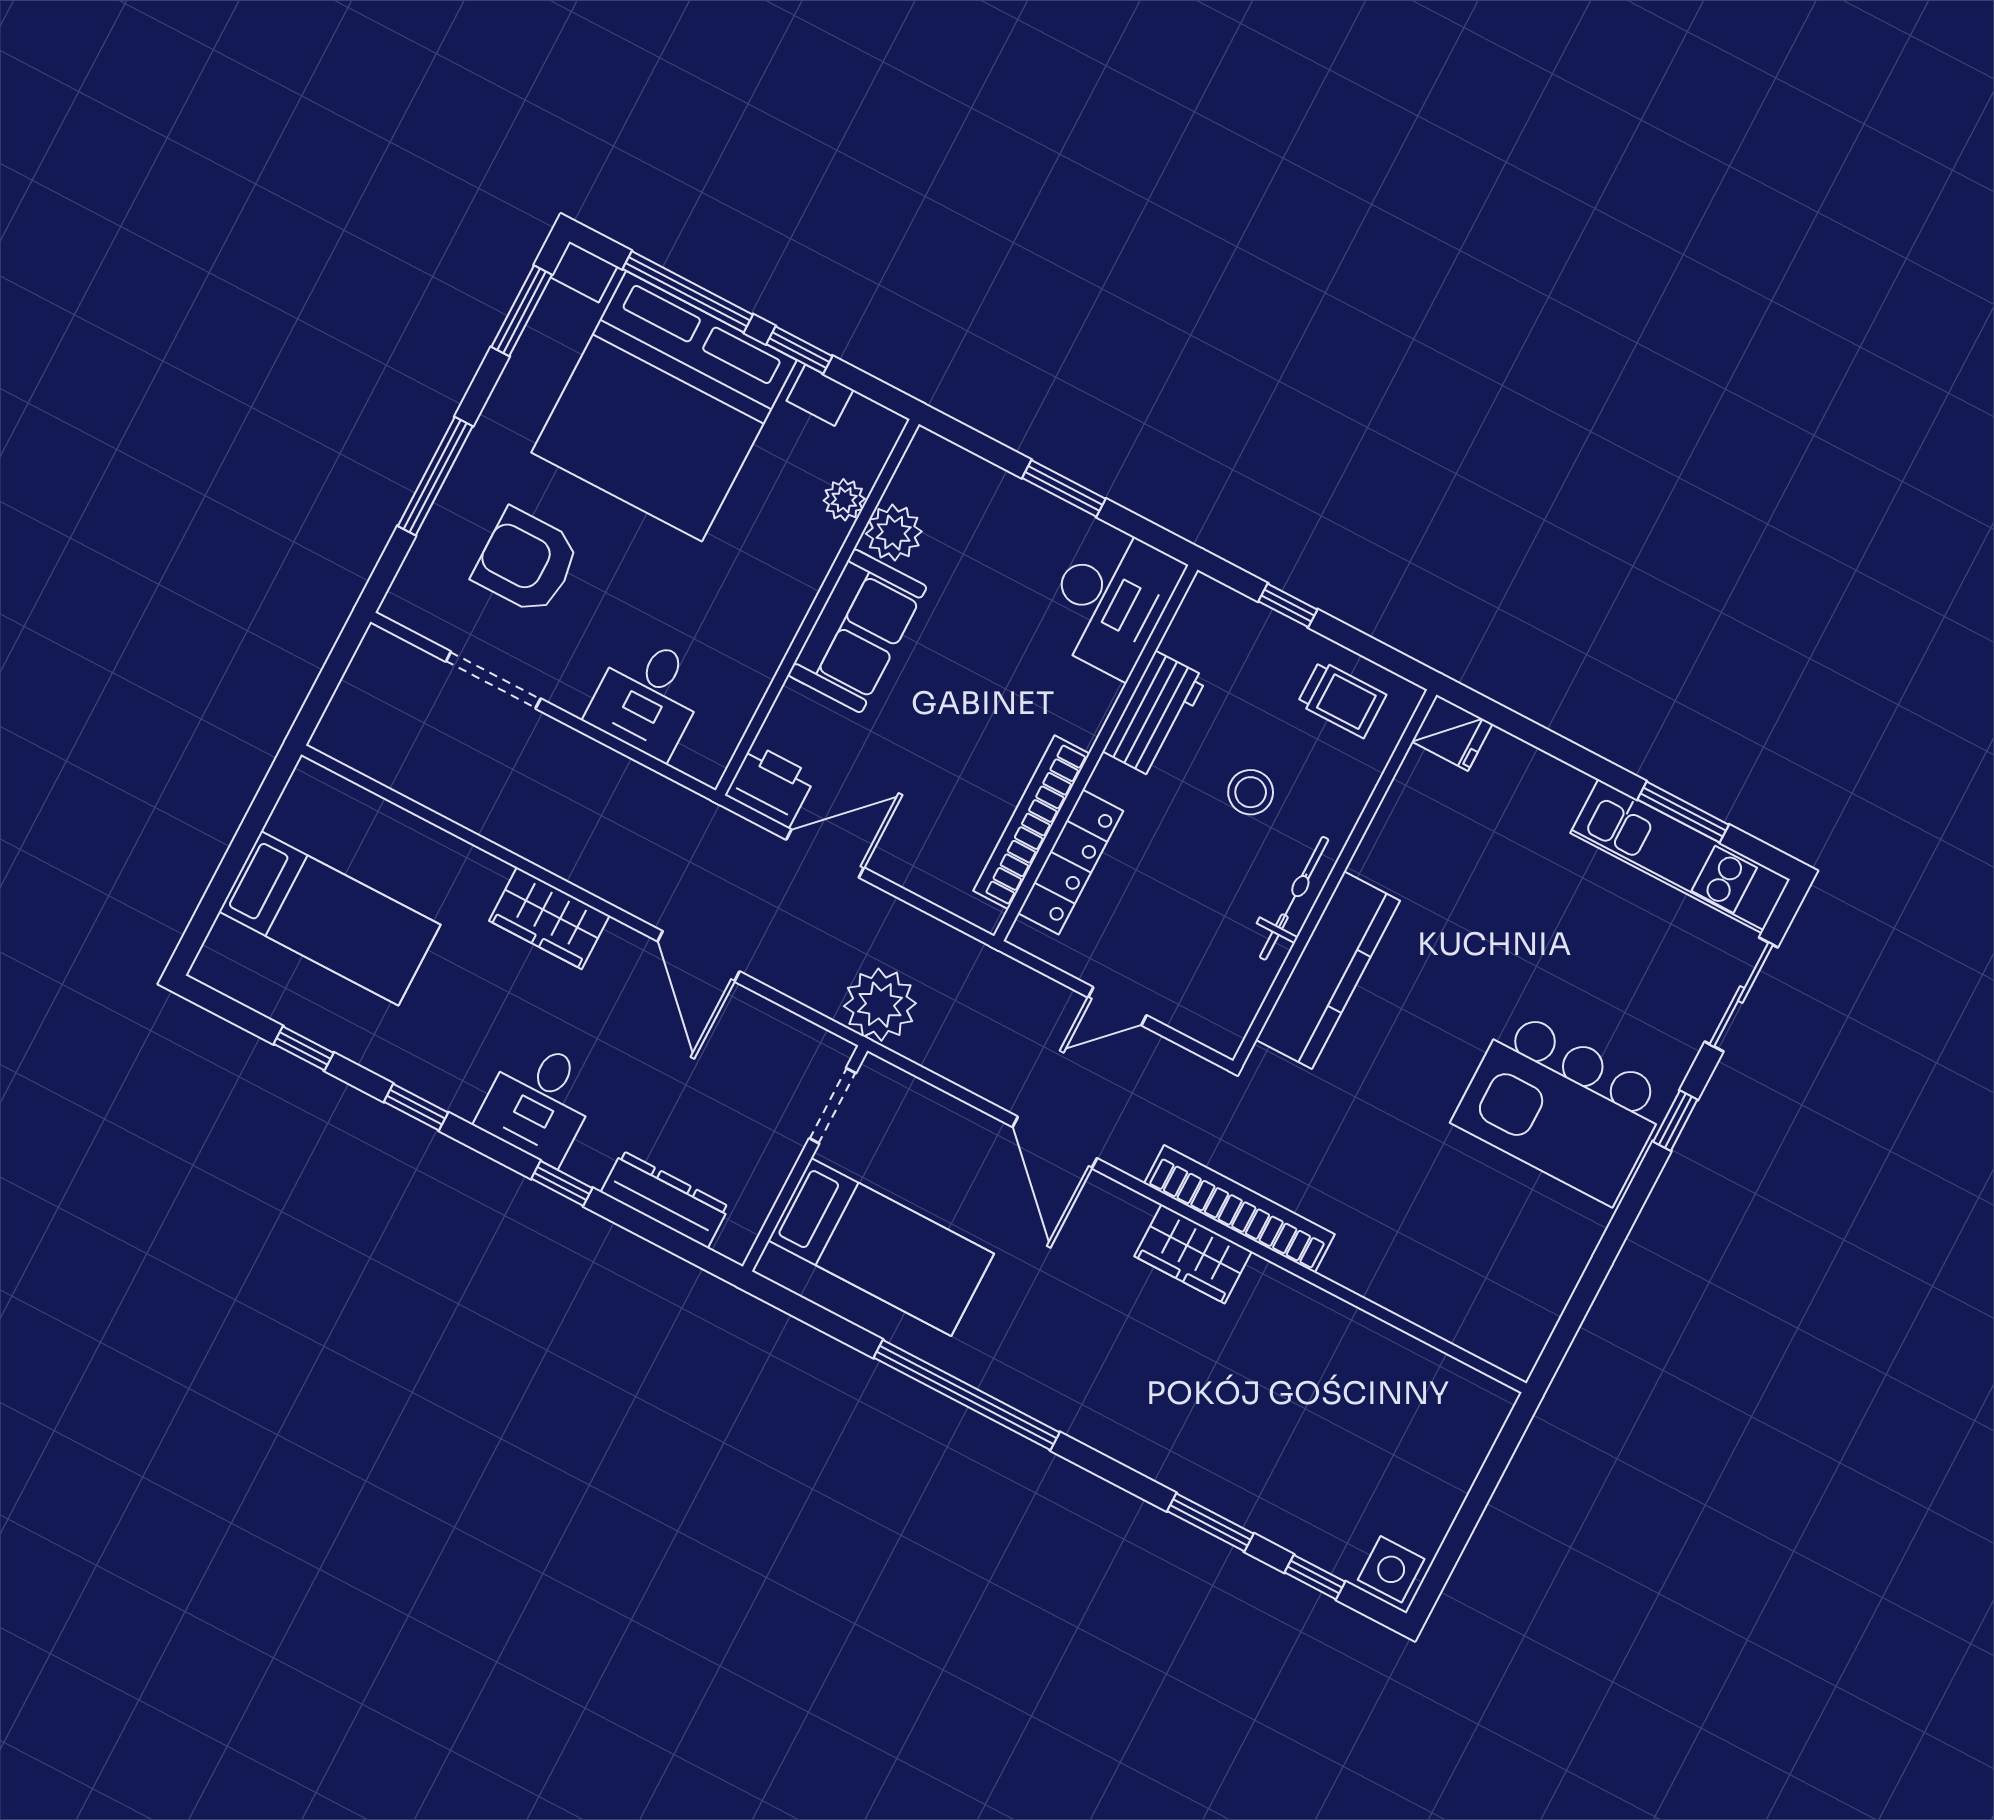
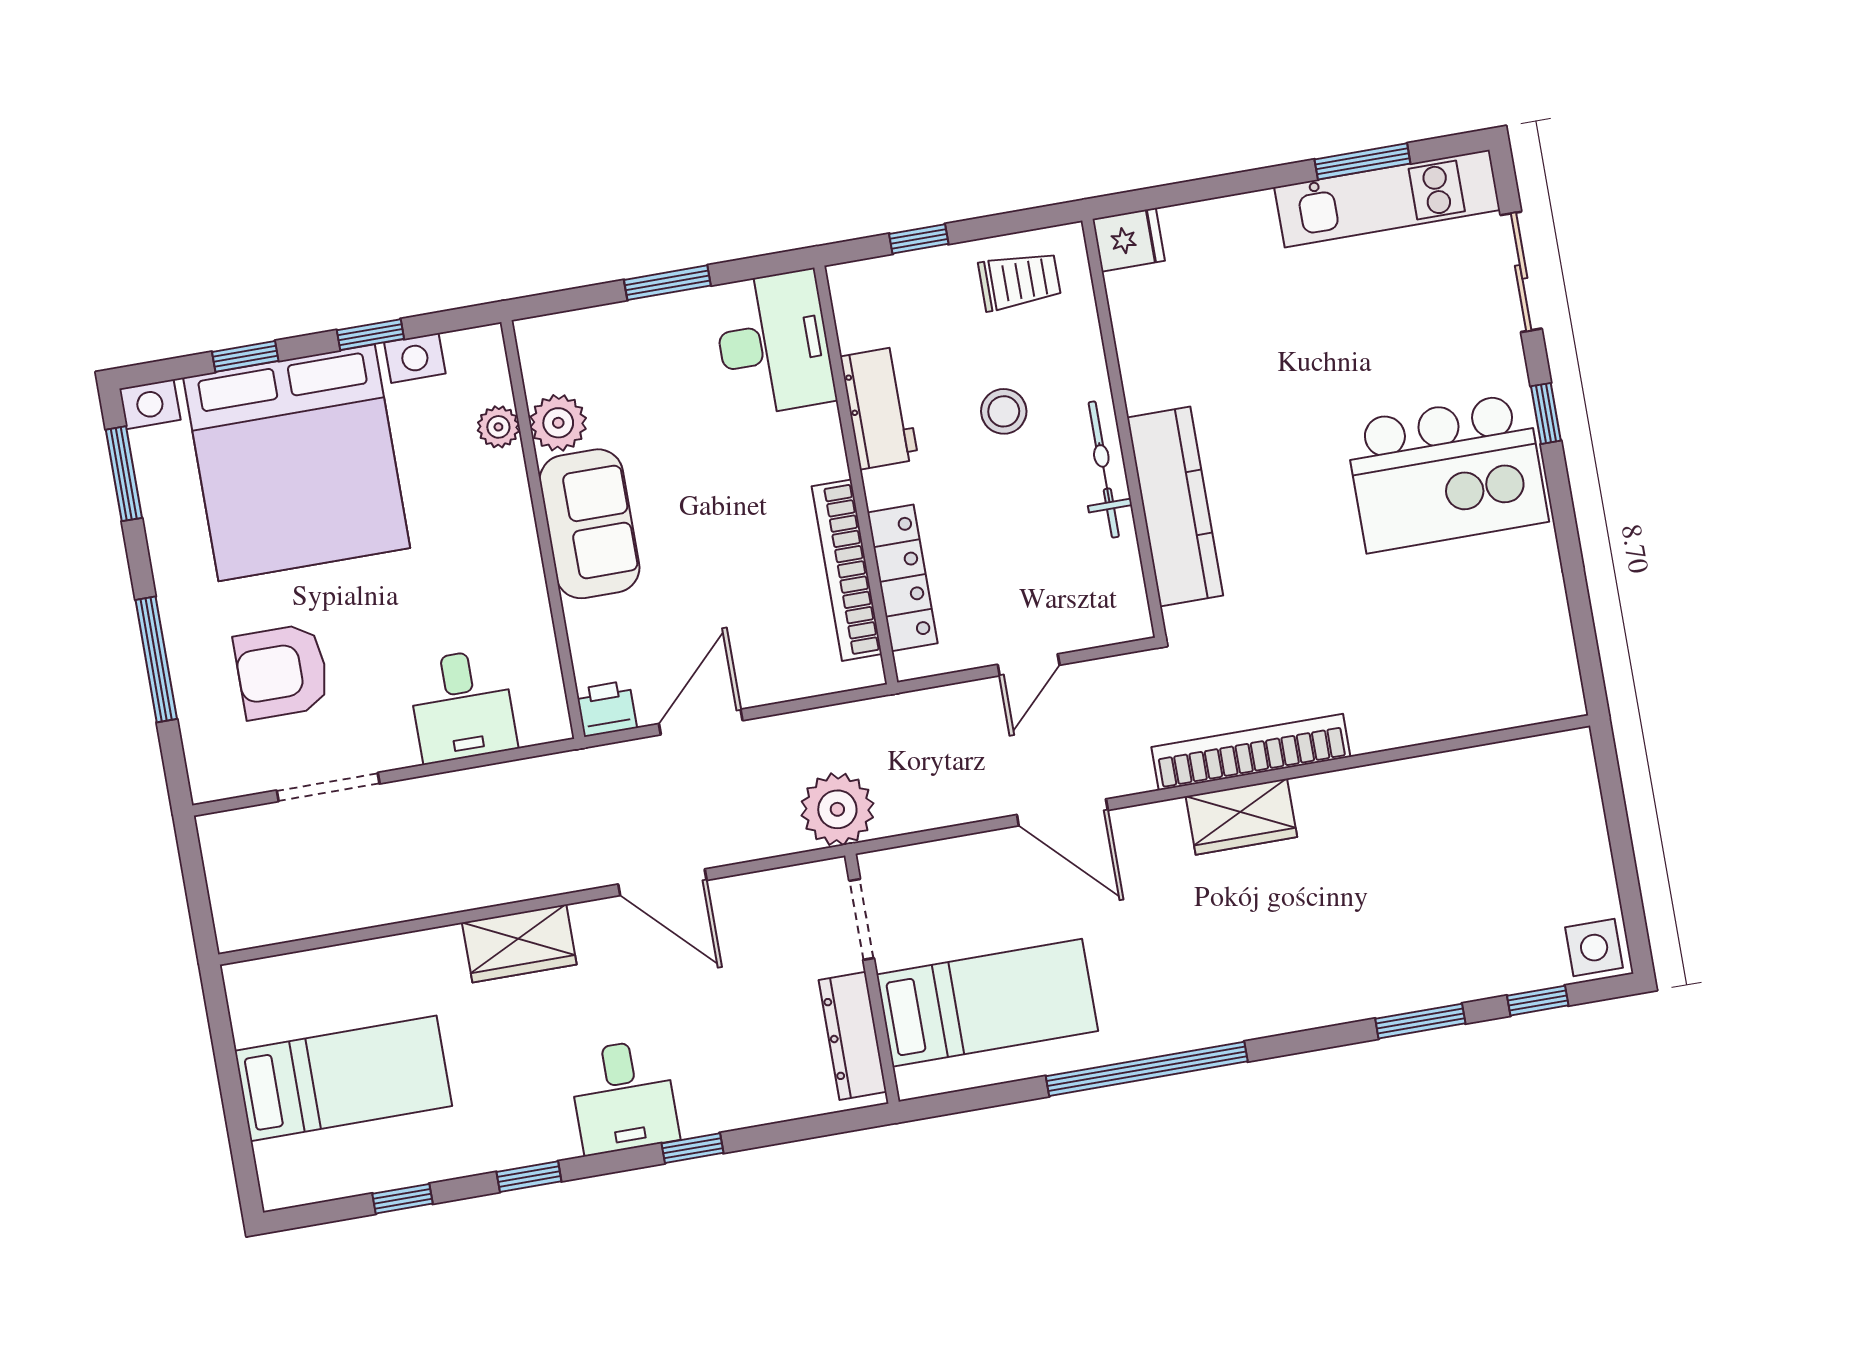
window: (688, 292) -> (245, 356), width x0.46
printer: (770, 786) -> (606, 709), width x0.73, depth x0.81
dresser: (665, 1199) -> (853, 1036), moved, turned -90

